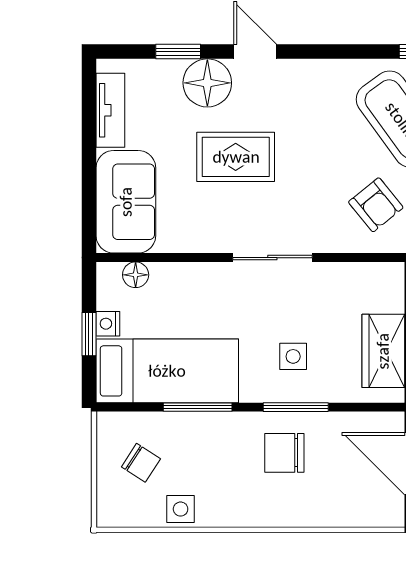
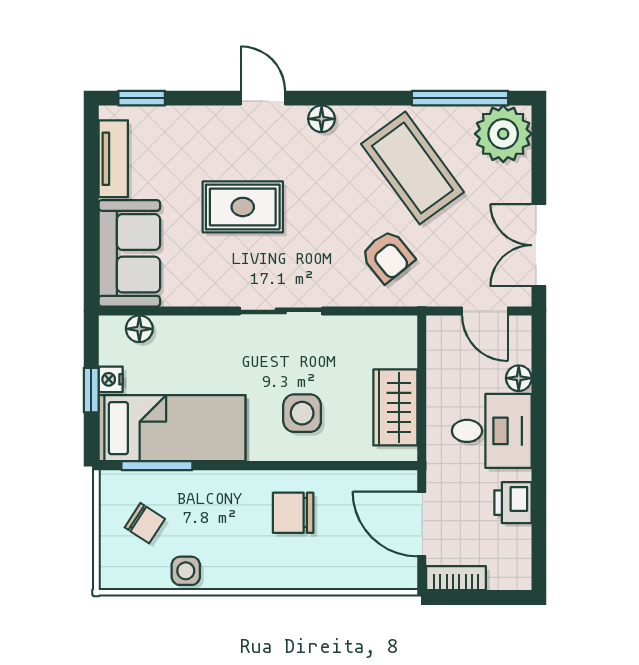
window: (178, 52) -> (142, 98), moved
floor lamp: (207, 83) -> (322, 119), moved, width x0.53, depth x0.53
side table: (293, 356) -> (302, 413), width x1.37, depth x1.37
window: (198, 407) -> (157, 466), moved
window: (296, 407) -> (305, 466), removed

